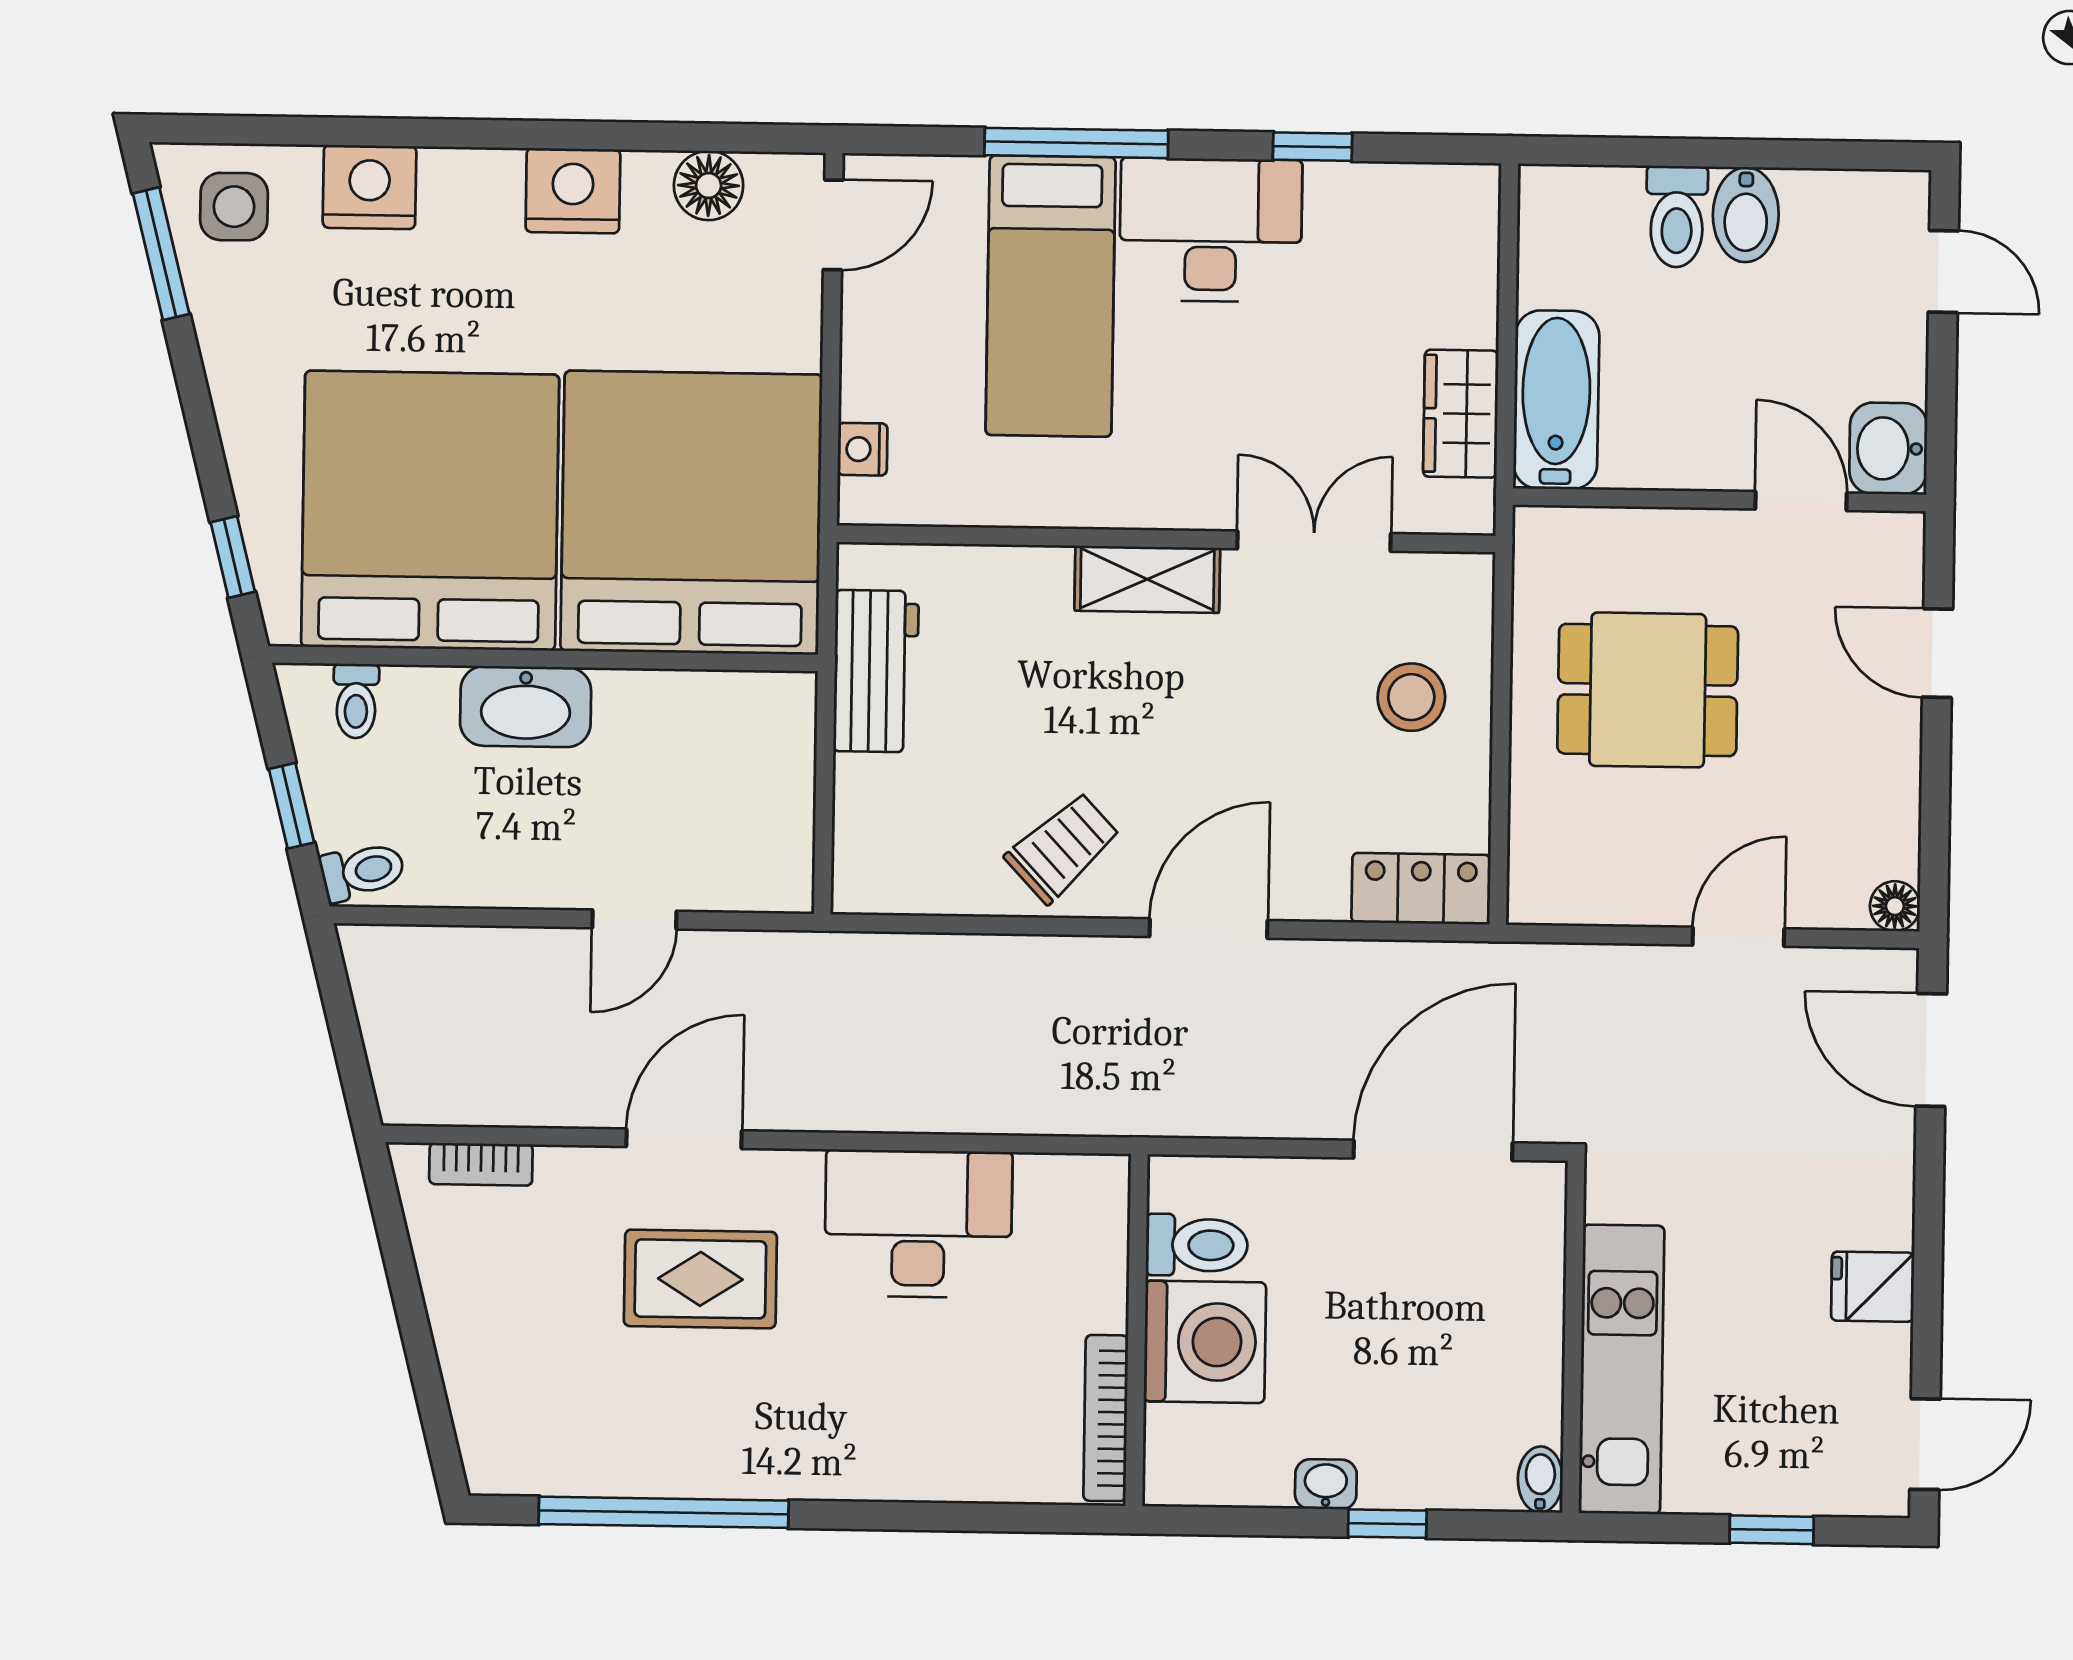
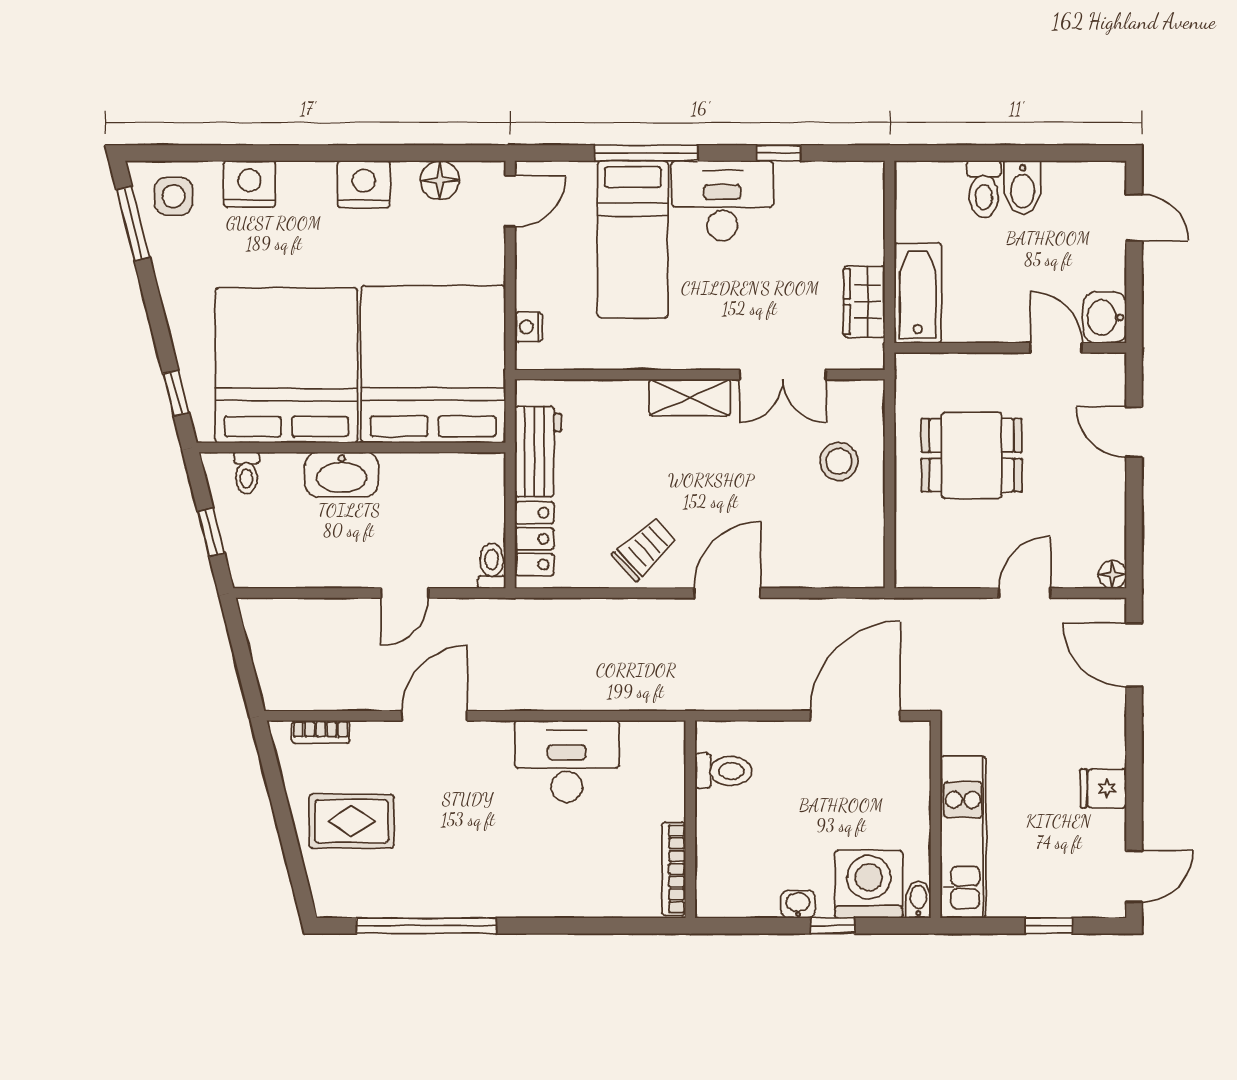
double door: (1314, 541) -> (783, 375), swing flipped
toilet: (362, 871) -> (492, 566), moved, turned -76
locker: (1421, 889) -> (534, 539), moved, turned 90
rug: (700, 1279) -> (352, 821), moved
washing machine: (1205, 1342) -> (869, 884), moved, turned -90

